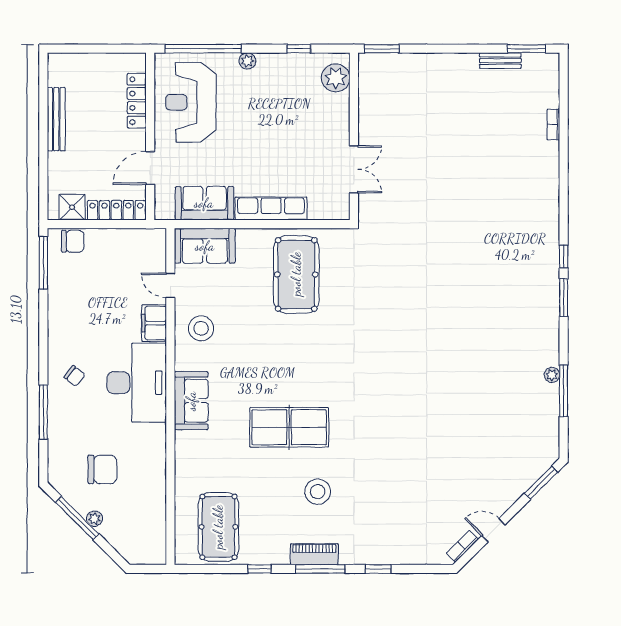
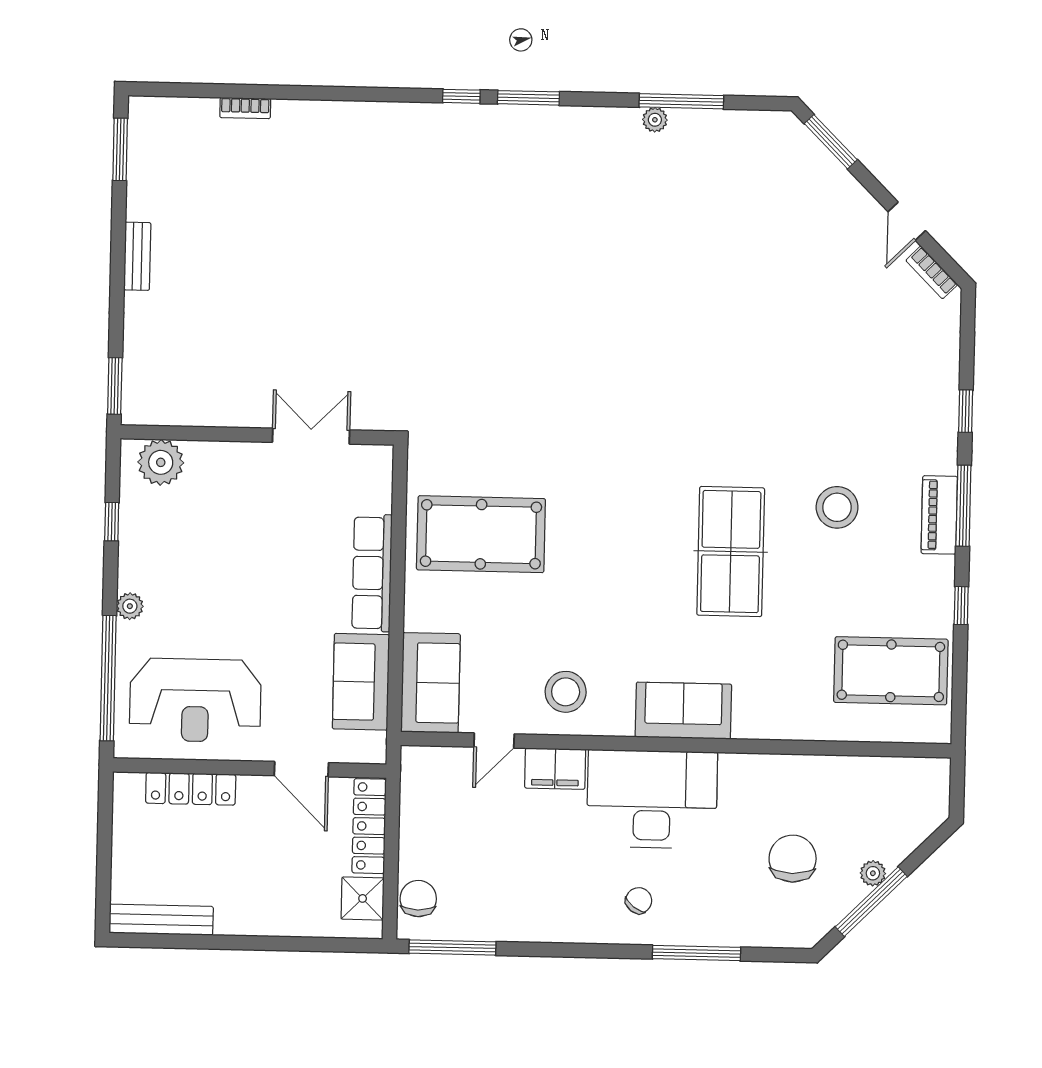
bench: (500, 61) -> (137, 256), moved
bench: (56, 119) -> (161, 920), moved

